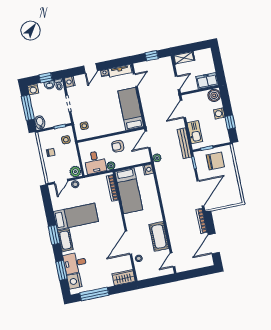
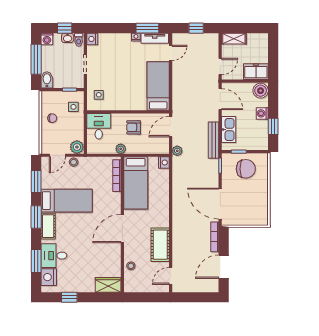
window: (112, 64) -> (147, 28), added
door: (91, 68) -> (120, 28), removed
door: (183, 109) -> (220, 99), swing flipped
desk: (95, 162) -> (99, 126), moved, turned 180
door: (200, 193) -> (220, 204), swing flipped
window: (48, 206) -> (36, 181), added
door: (128, 243) -> (122, 228), moved
window: (94, 294) -> (69, 297), width x0.46

